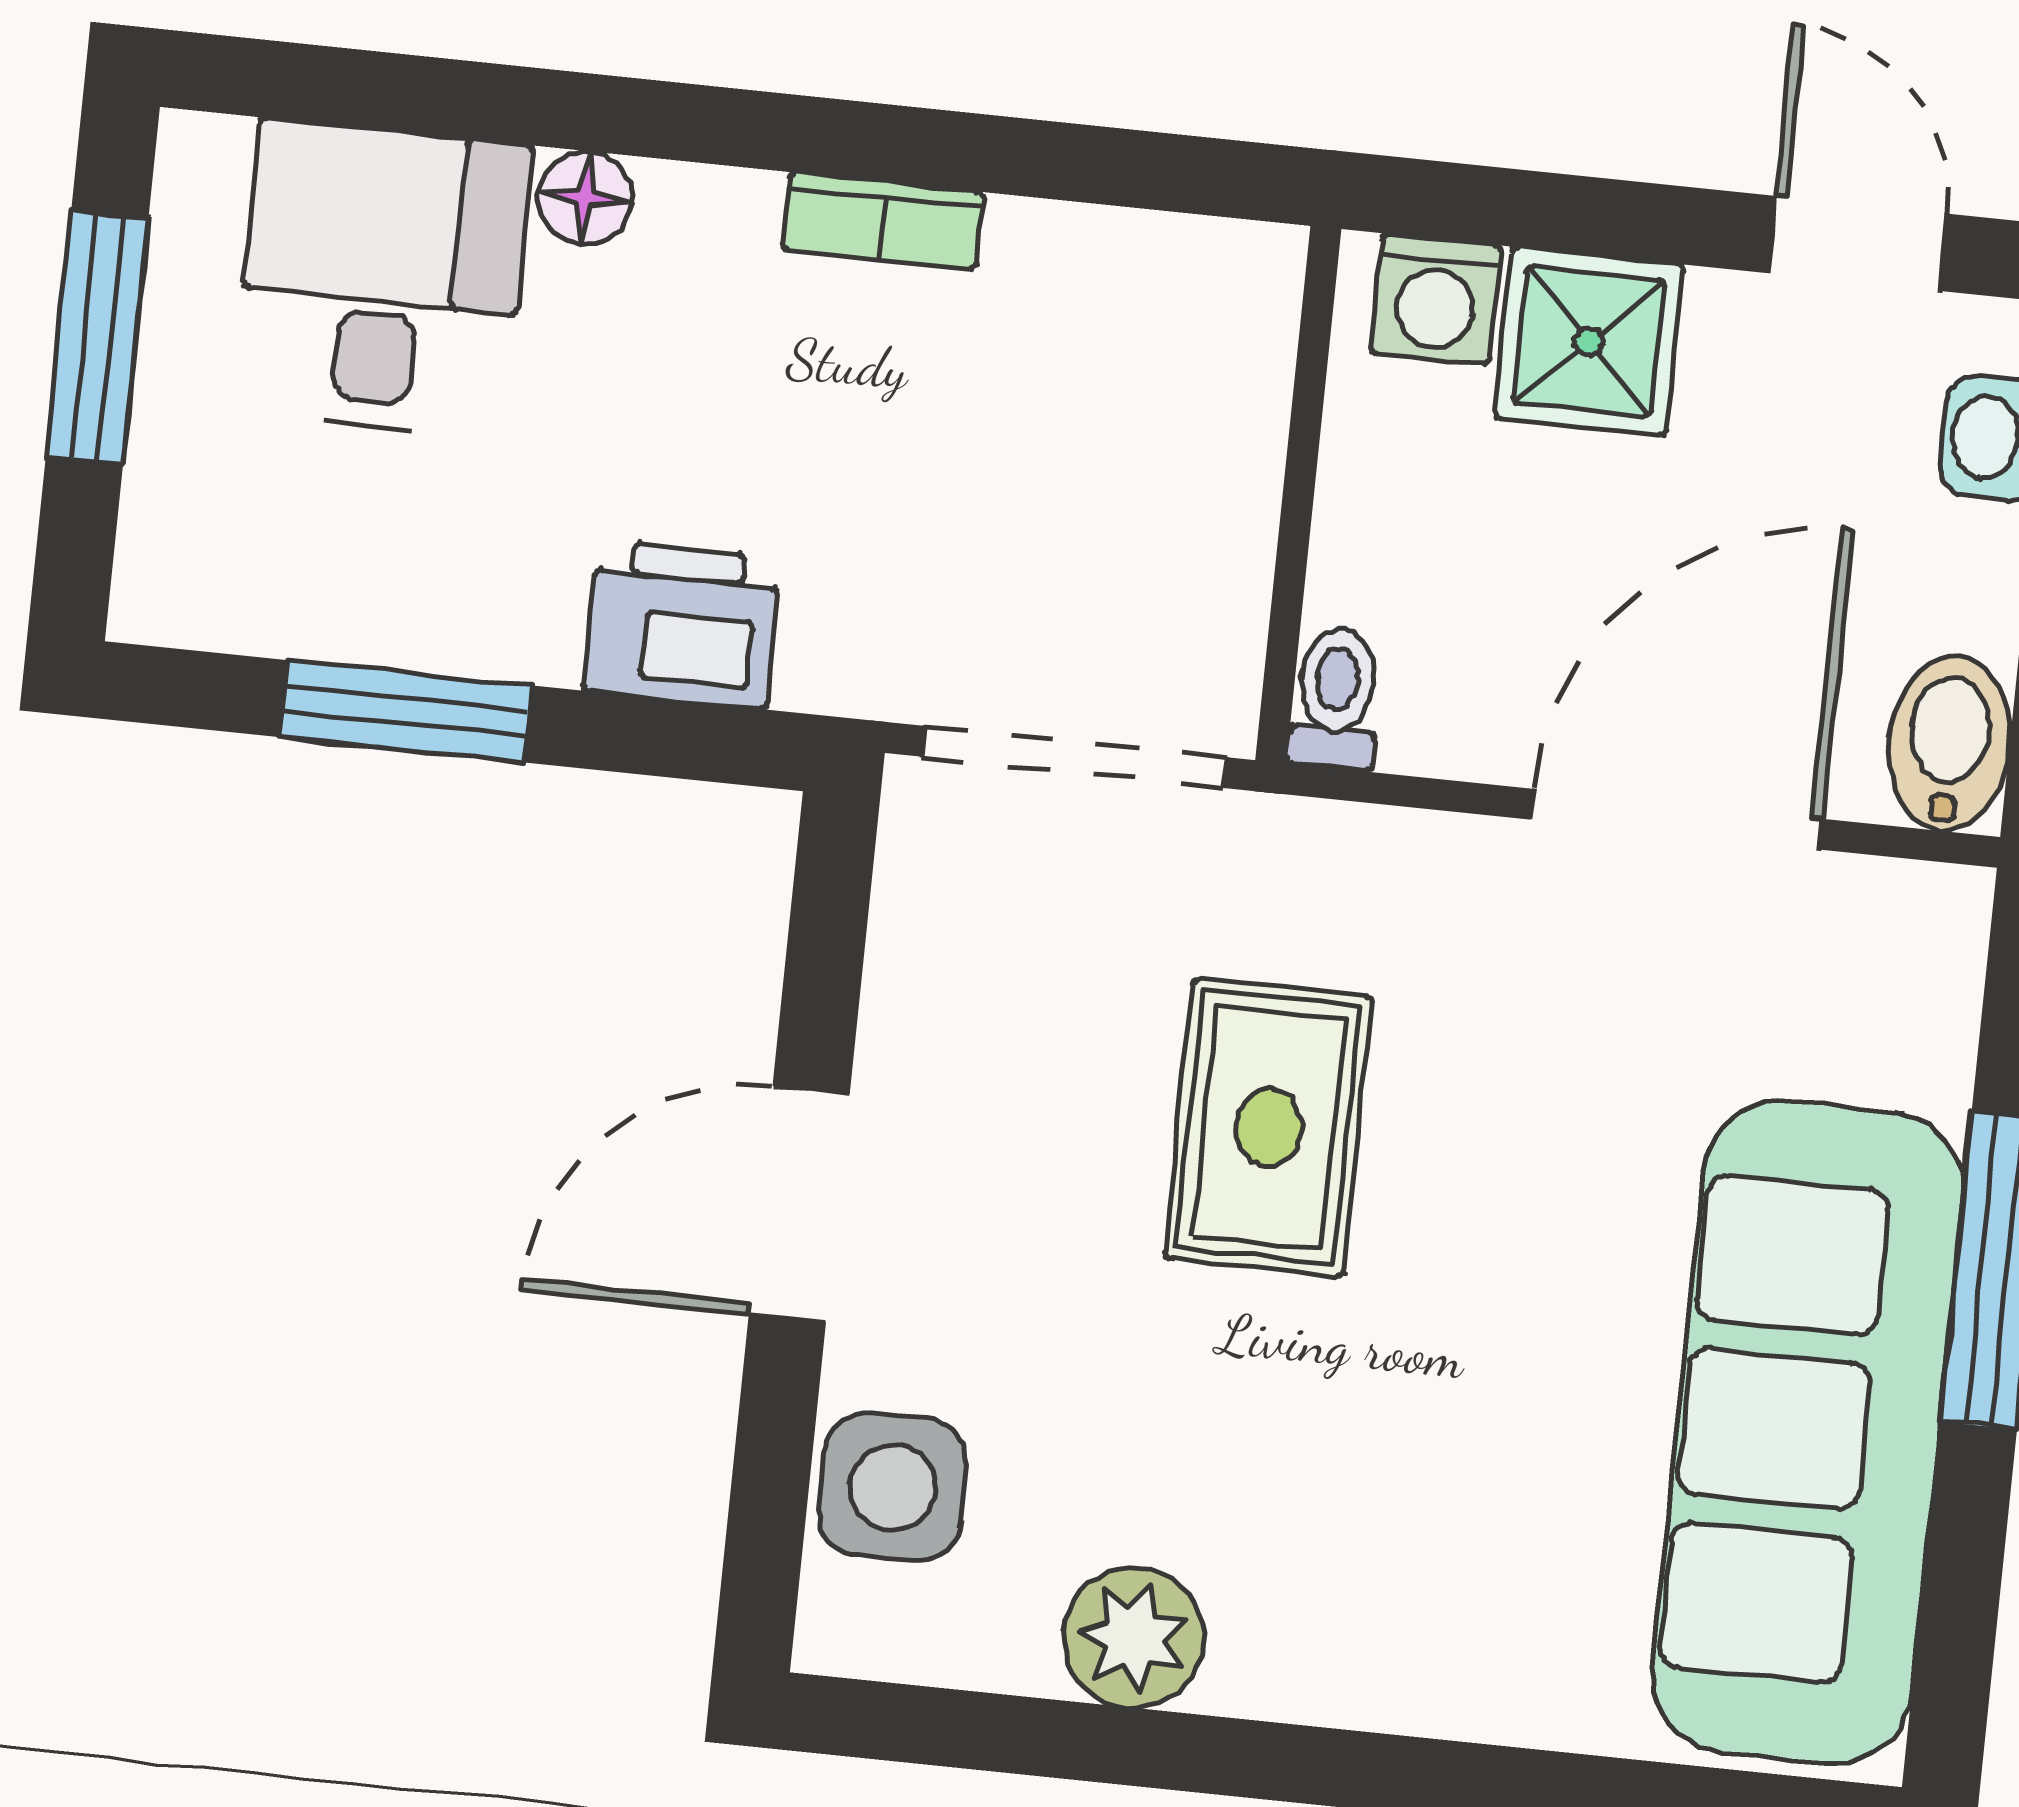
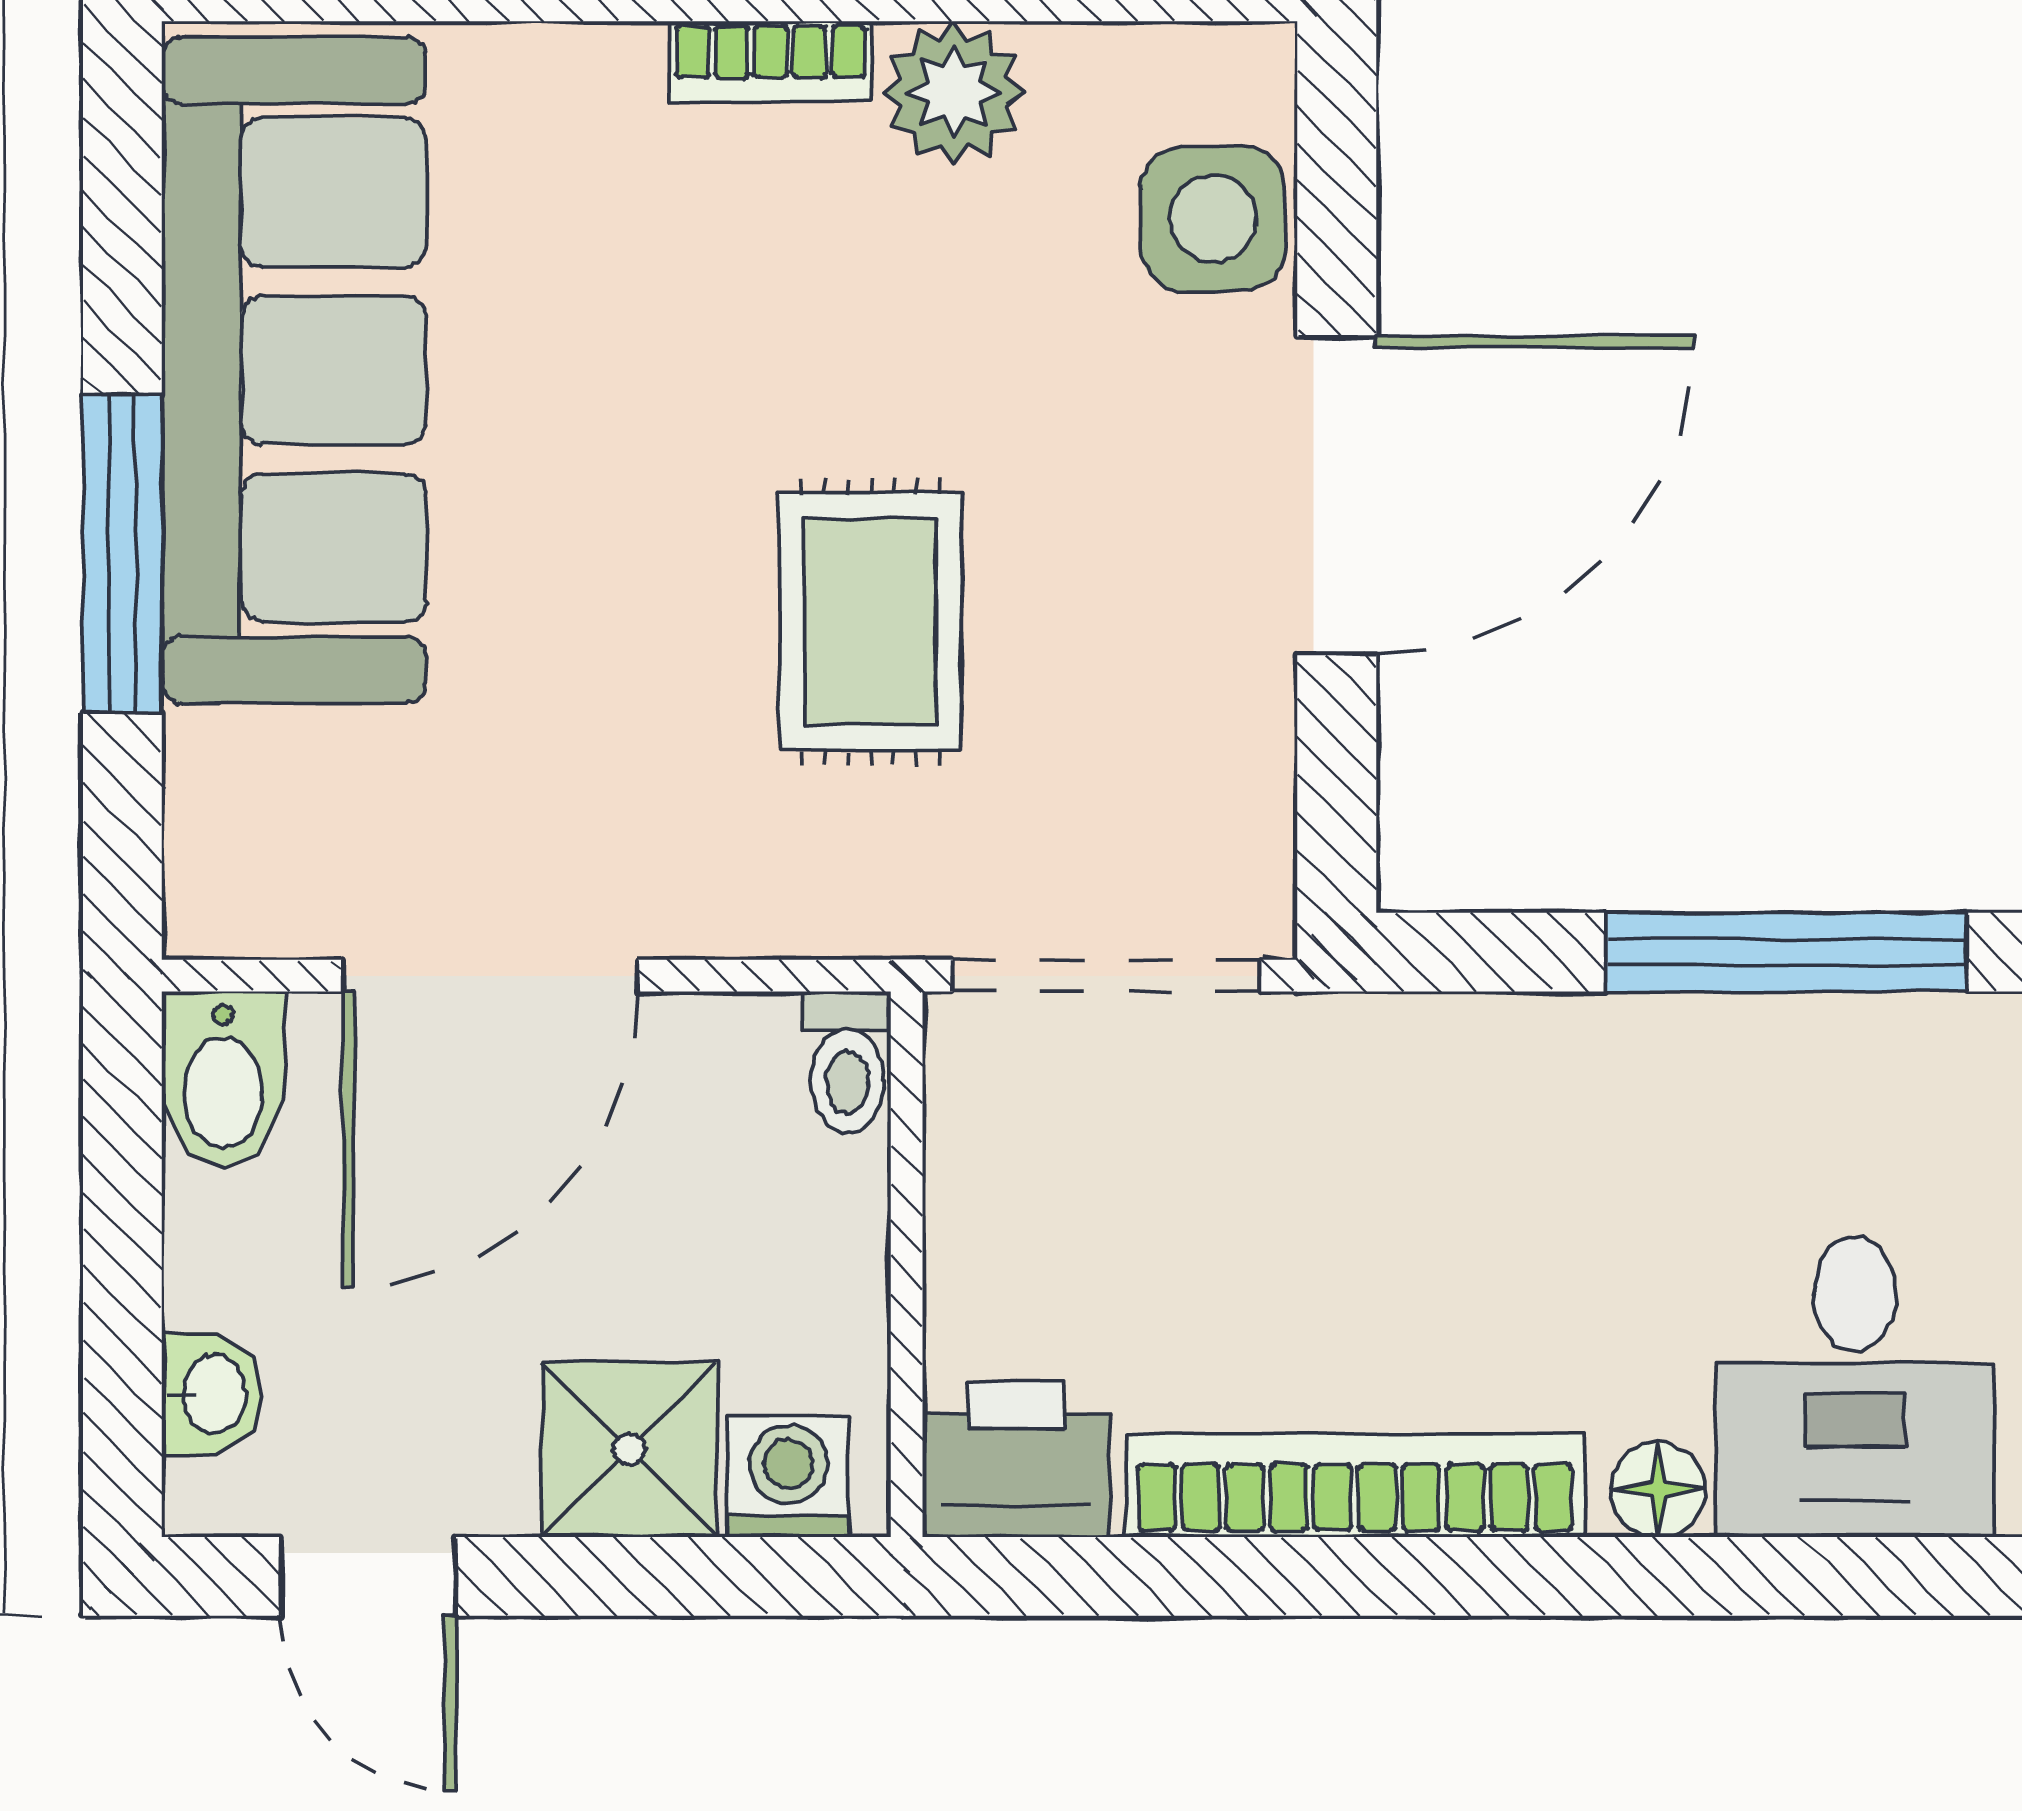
bookcase: (883, 221) -> (1355, 1485), width x2.31, depth x1.31
printer: (682, 624) -> (1016, 1459), moved, turned 180
window: (405, 711) -> (1786, 952), width x1.44
door: (799, 1204) -> (1337, 495), width x1.36
bookcase: (1310, 1686) -> (771, 62), added

